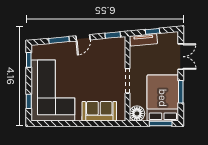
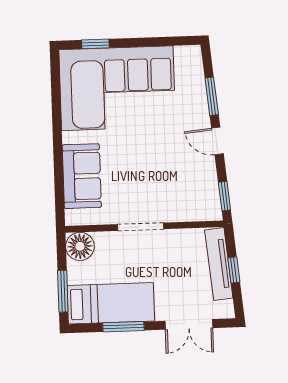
tv unit: (143, 40) -> (219, 264), width x1.41
window: (29, 60) -> (173, 41), removed
bed: (163, 98) -> (111, 303), width x0.67

